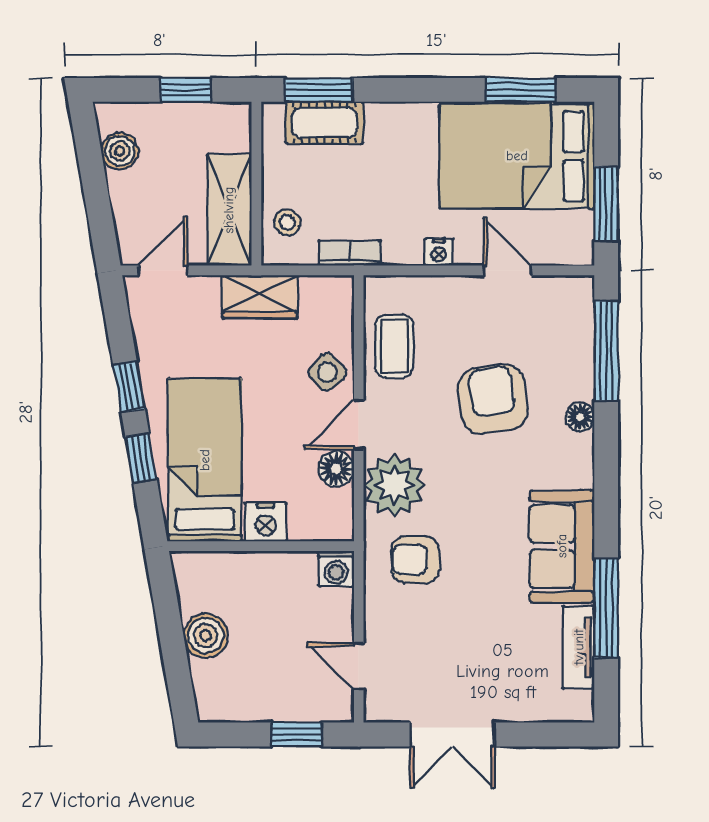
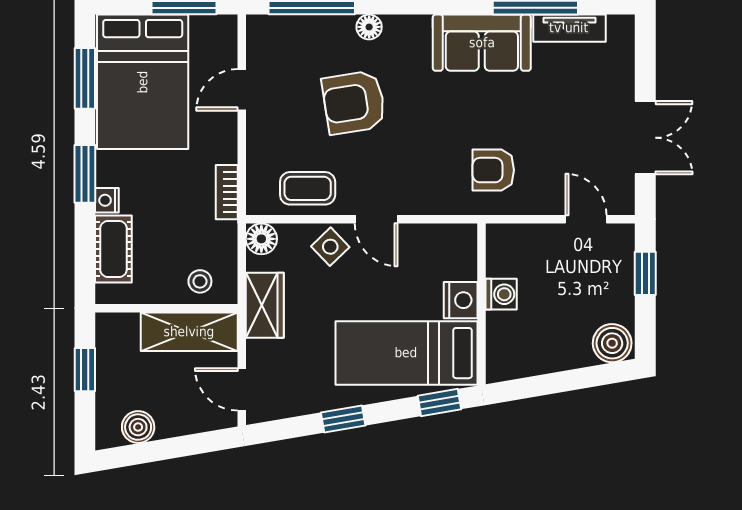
window: (319, 90) -> (85, 174), moved
nightstand: (439, 252) -> (107, 200), moved, turned 180
bookcase: (350, 253) -> (227, 192), moved
window: (141, 458) -> (439, 403), moved
floor lamp: (336, 469) -> (261, 239), moved
plant: (394, 485) -> (428, 188), removed
armchair: (415, 560) -> (493, 170), turned 90
washing machine: (336, 569) -> (501, 294), moved
boiler: (206, 636) -> (612, 343), moved
door: (359, 666) -> (586, 219), swing flipped

